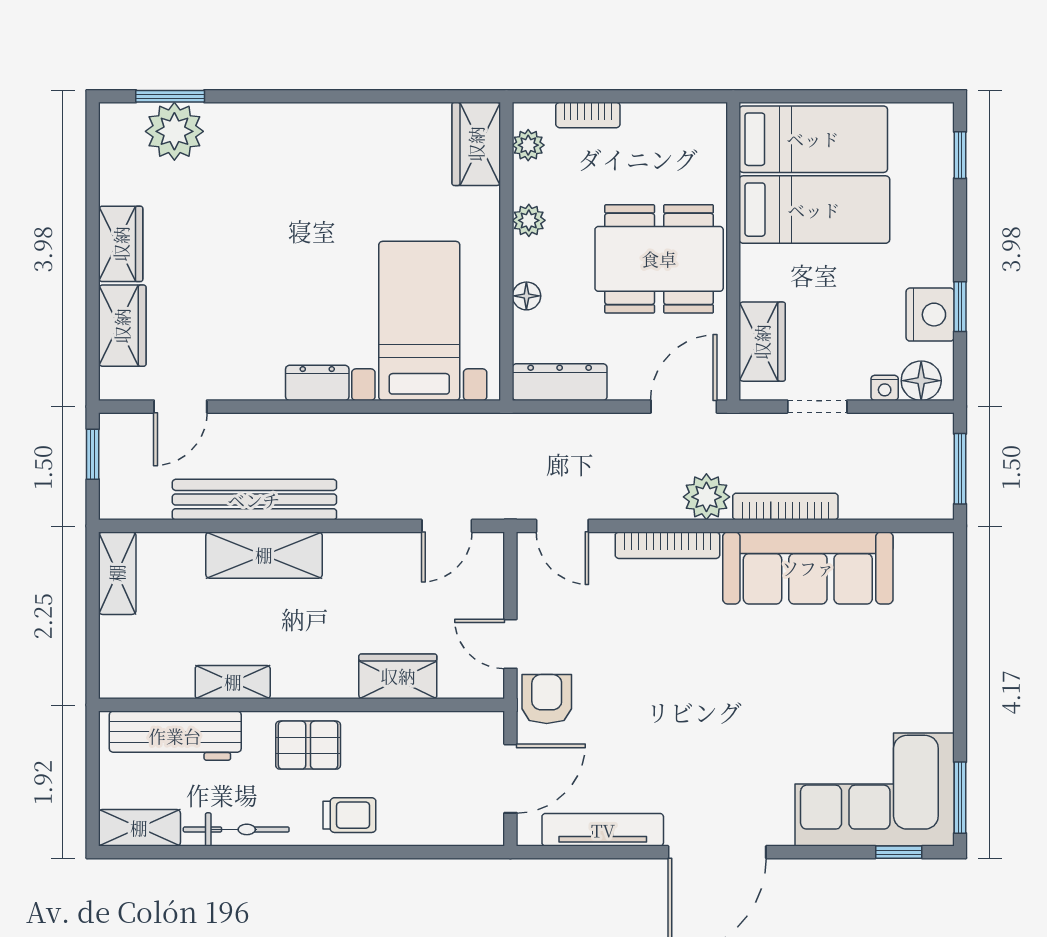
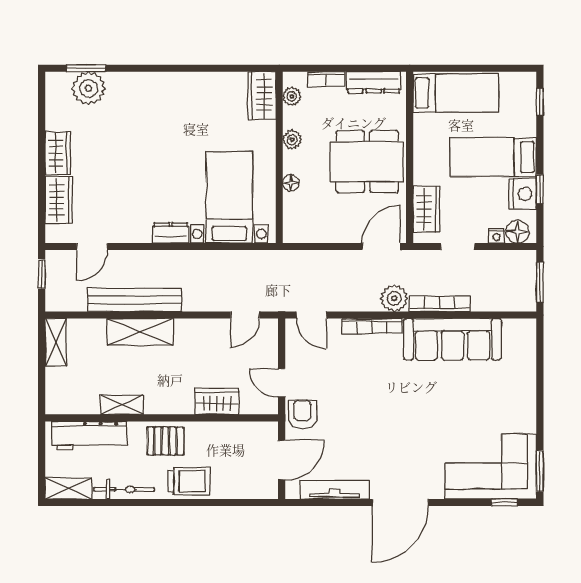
bed: (814, 210) -> (493, 157), moved, turned 180
dresser: (560, 382) -> (373, 82), moved, turned 180
trolley: (349, 815) -> (189, 481), width x1.36, depth x1.39

